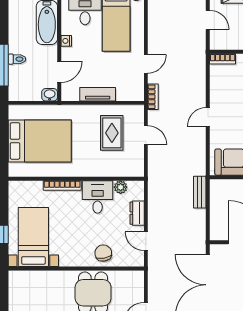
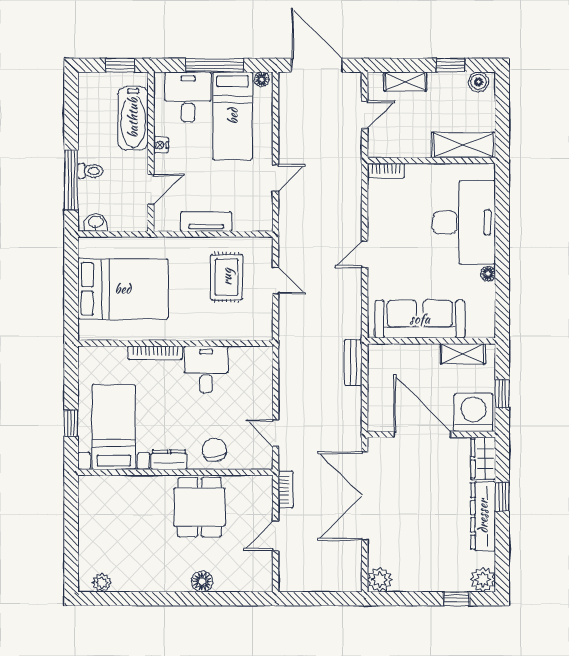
door: (208, 20) -> (365, 115), hinge flipped
washbasin: (50, 95) -> (96, 222), moved
bookcase: (153, 97) -> (286, 489), moved
plant: (121, 187) -> (239, 355), removed
dresser: (137, 213) -> (169, 460), moved, turned 90

